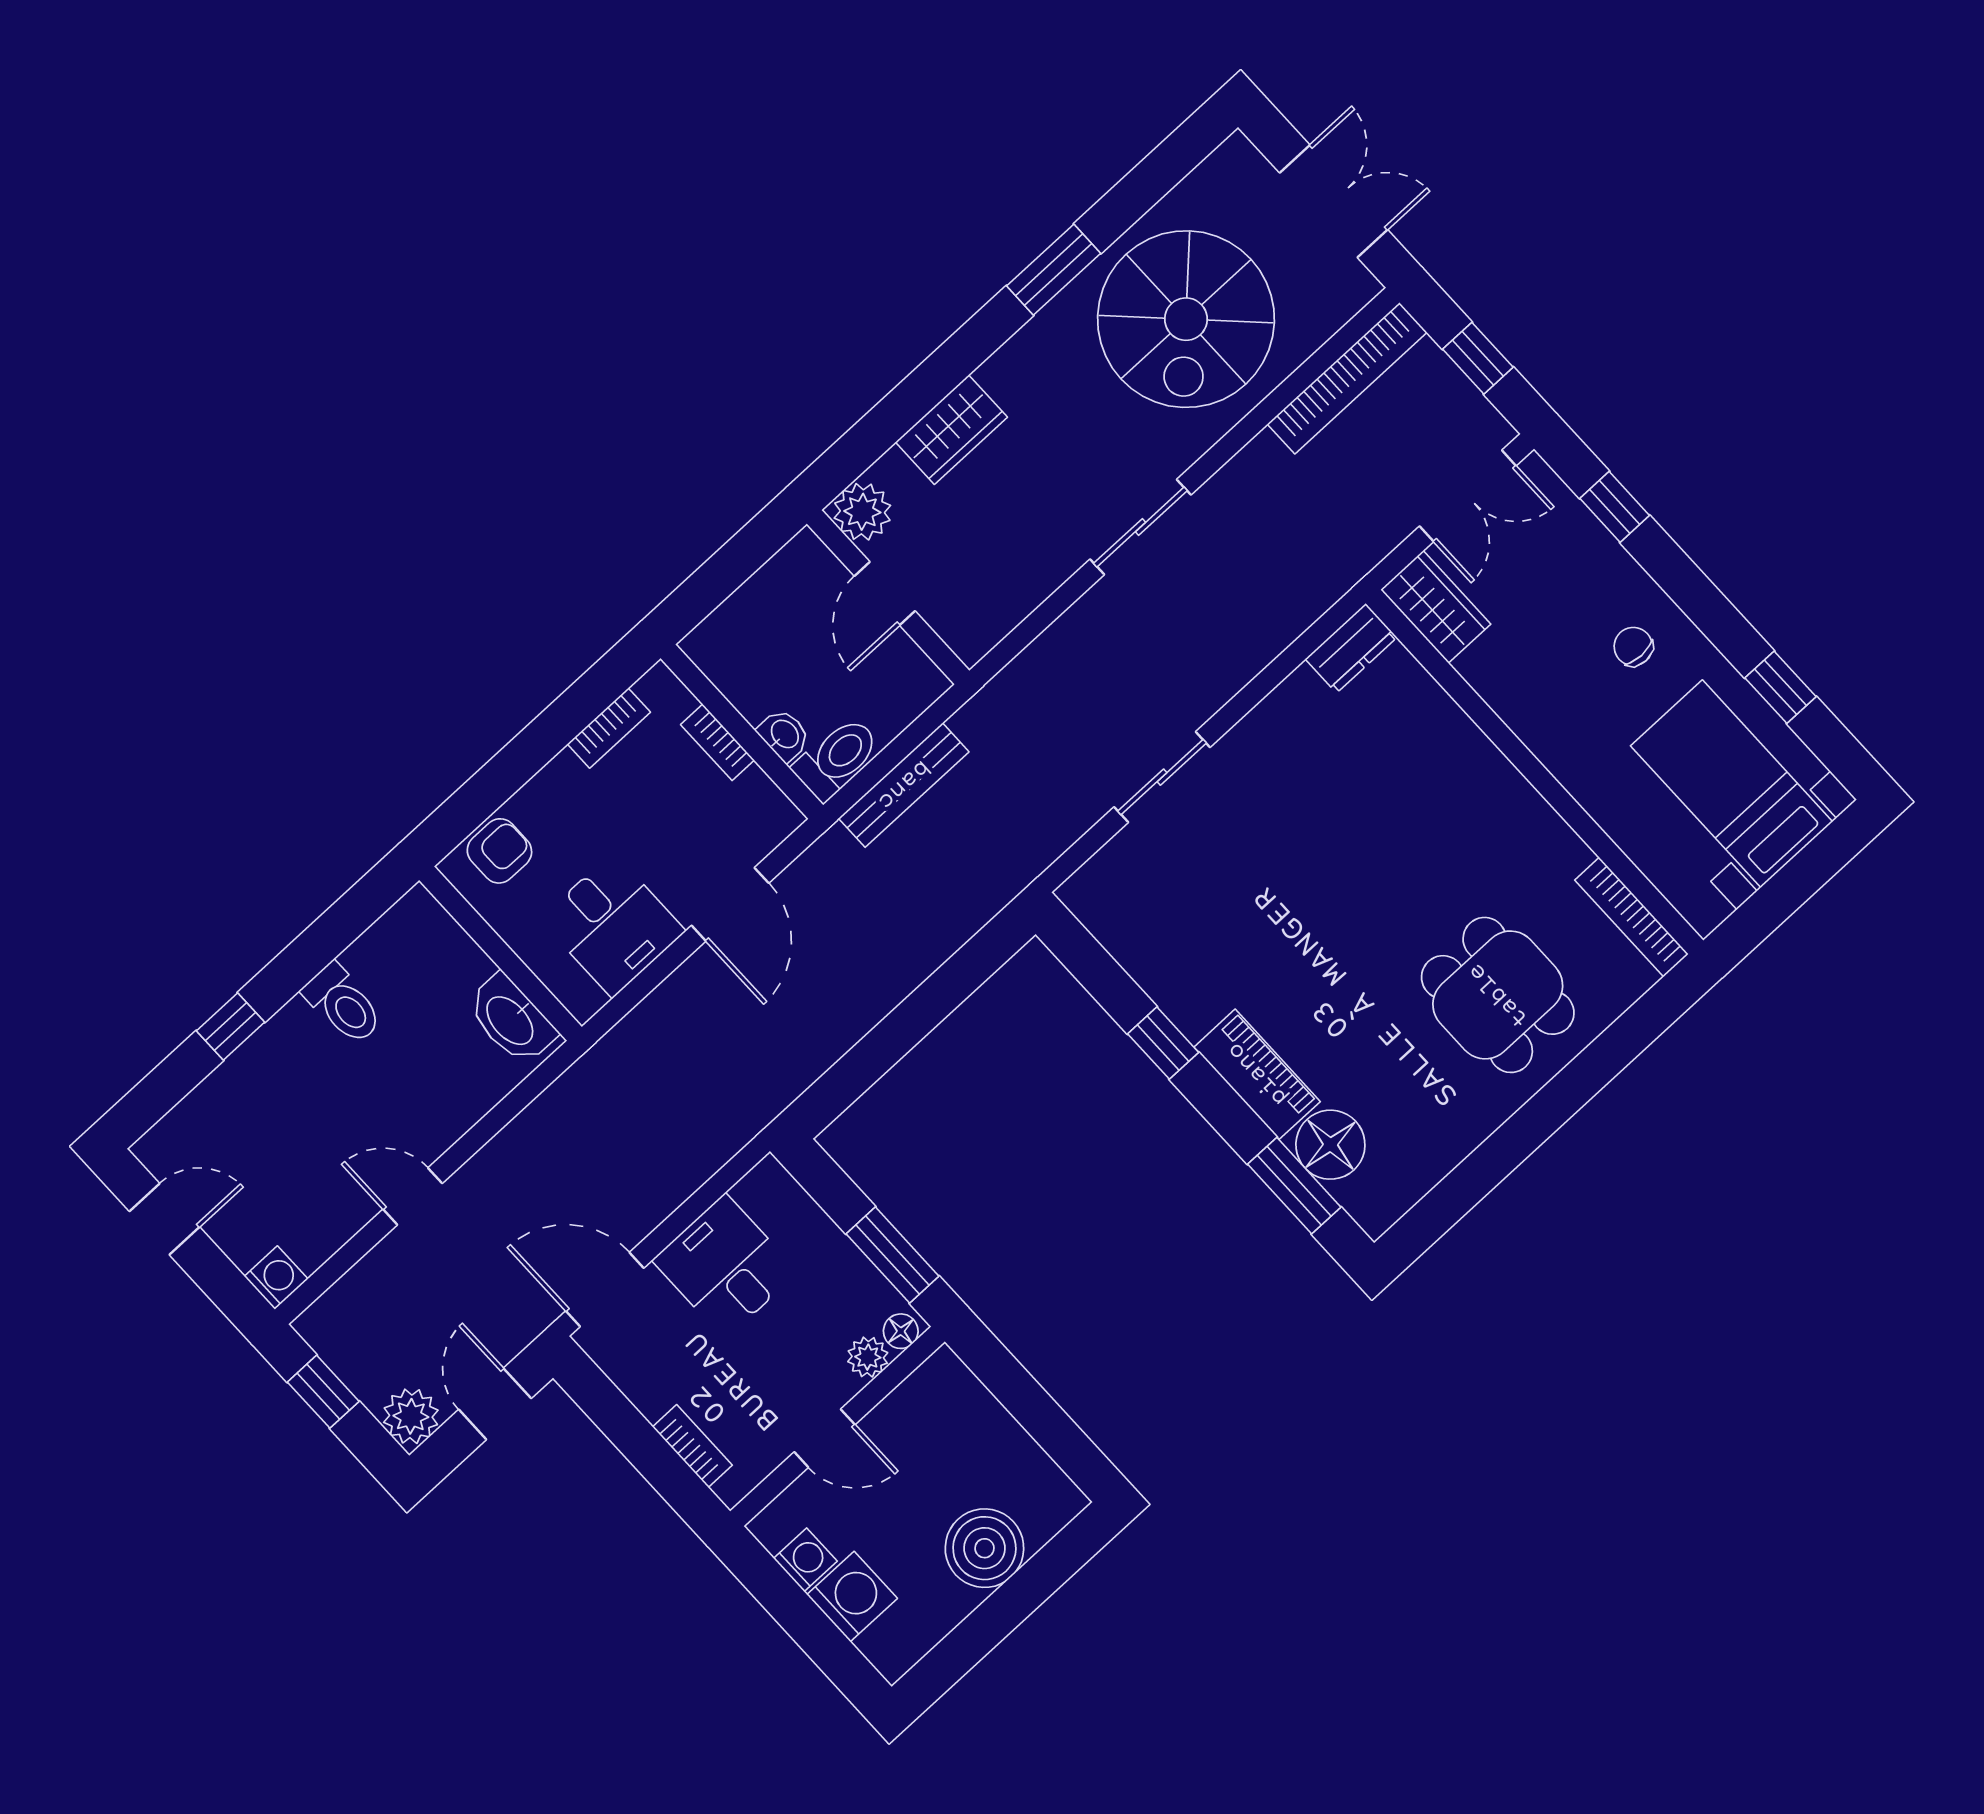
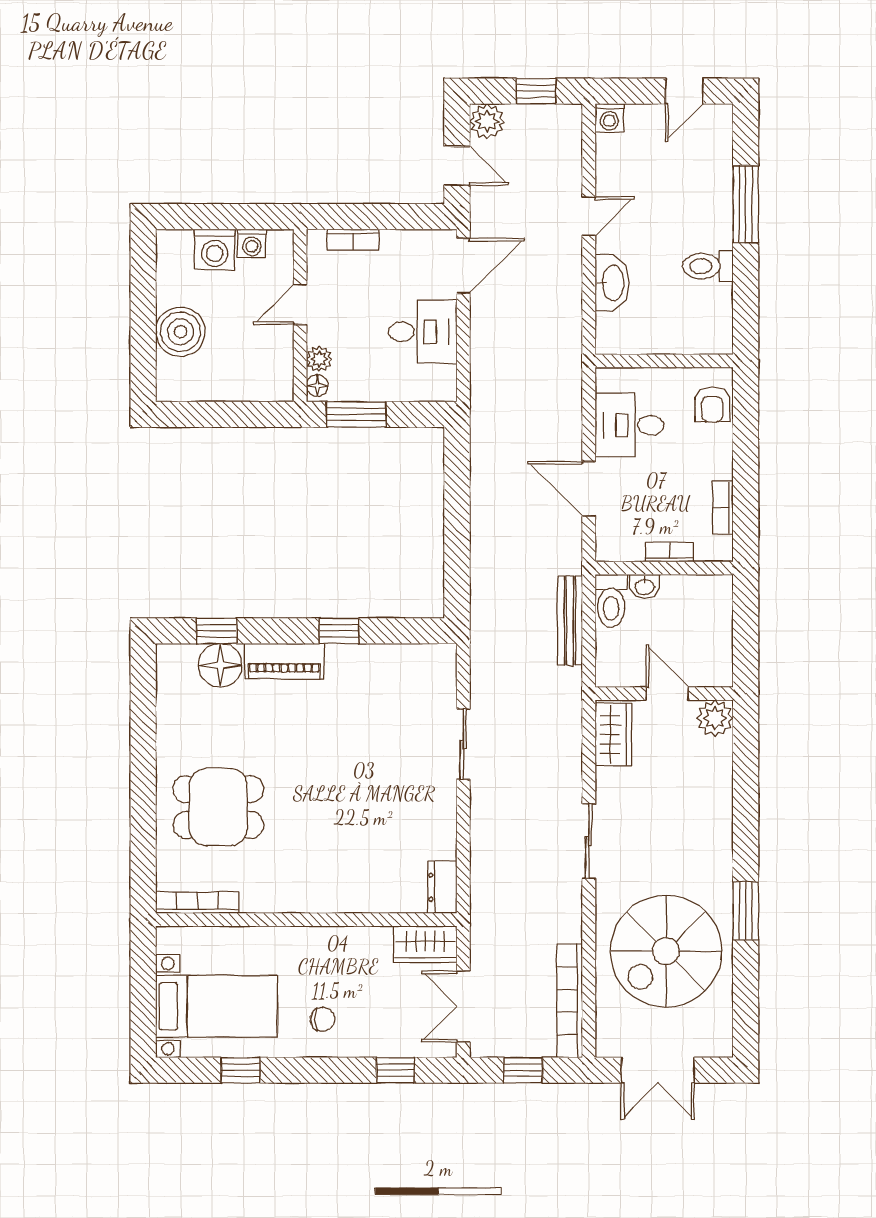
spiral stairs: (1186, 319) -> (666, 951), turned -90
wardrobe: (951, 430) -> (613, 734), moved, turned 180
washbasin: (511, 1020) -> (612, 283), moved, turned 90
window: (231, 1026) -> (746, 204), width x2.17
window: (1294, 1186) -> (217, 631), width x0.67

